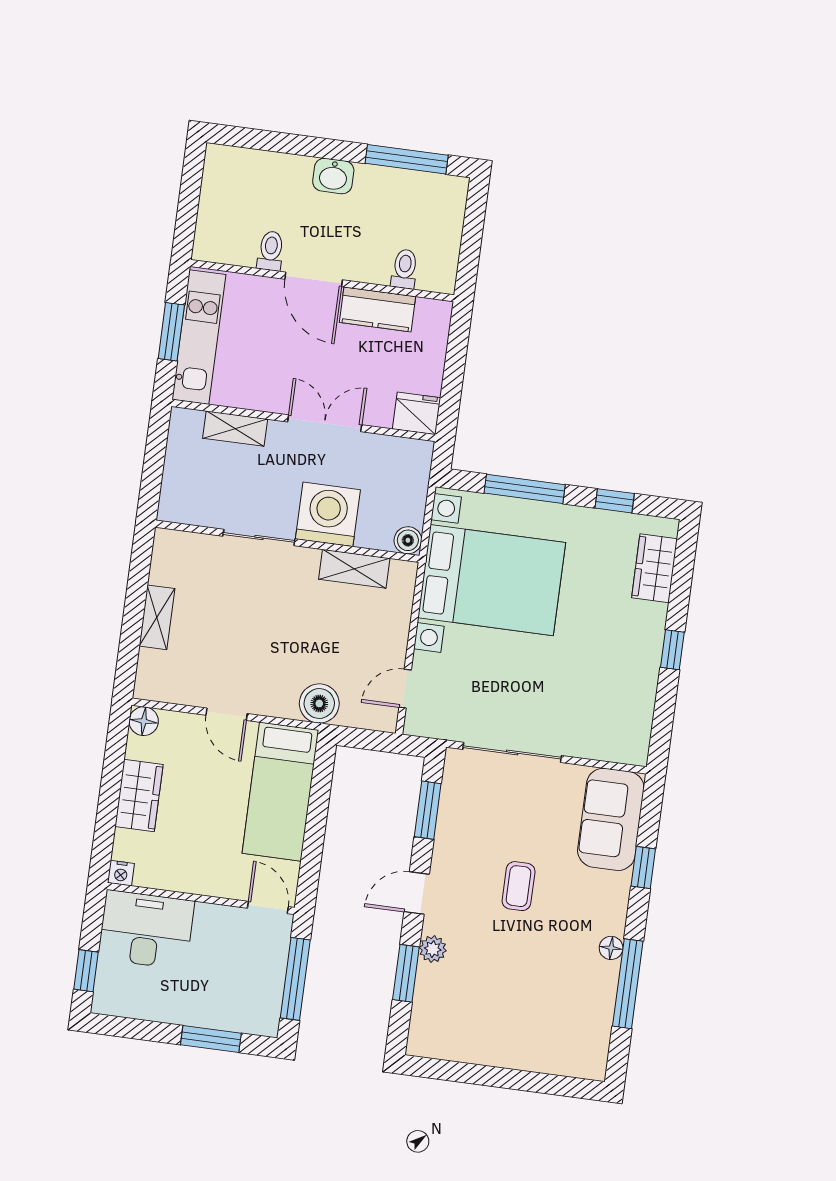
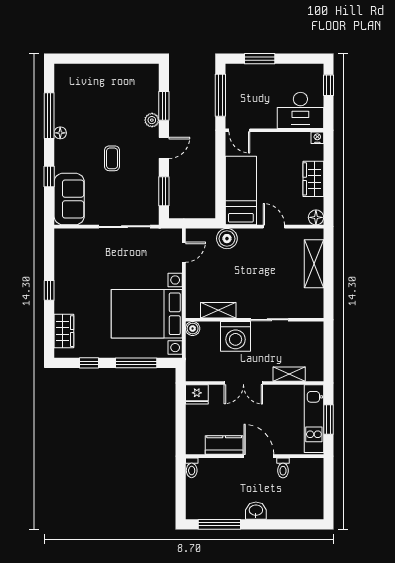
toilet: (405, 269) -> (192, 468), moved
shelving: (157, 617) -> (314, 264), width x1.50, depth x1.33

